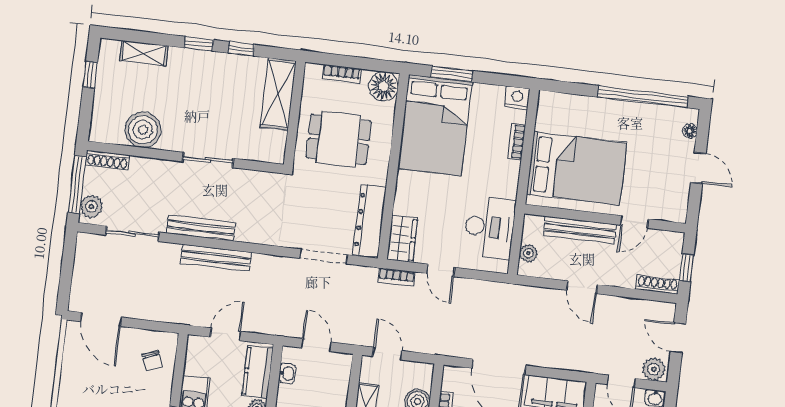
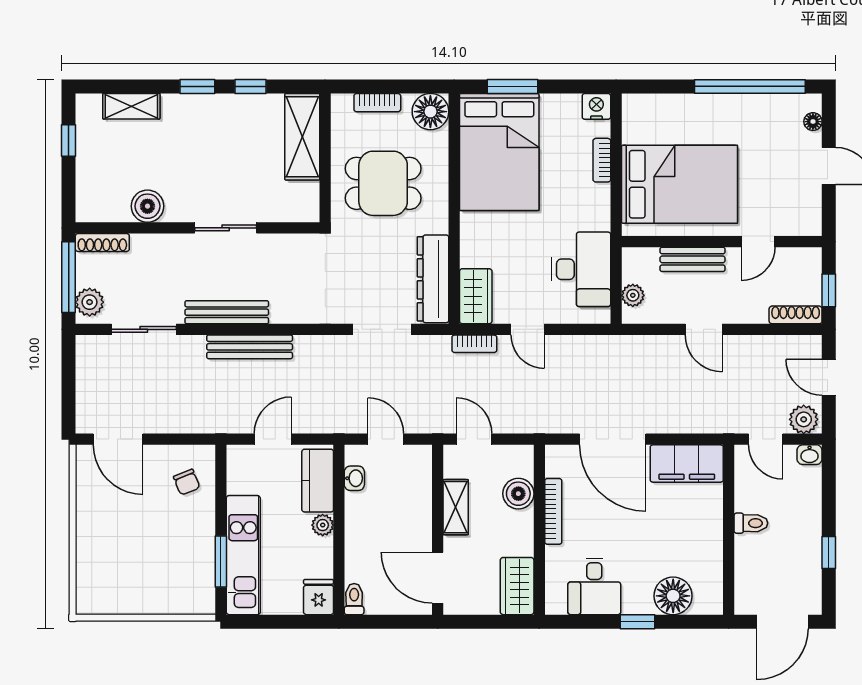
boiler: (143, 130) -> (147, 206), width x0.73, depth x0.73
bench: (580, 230) -> (692, 259), width x0.73

